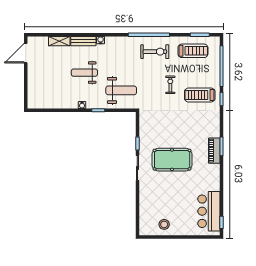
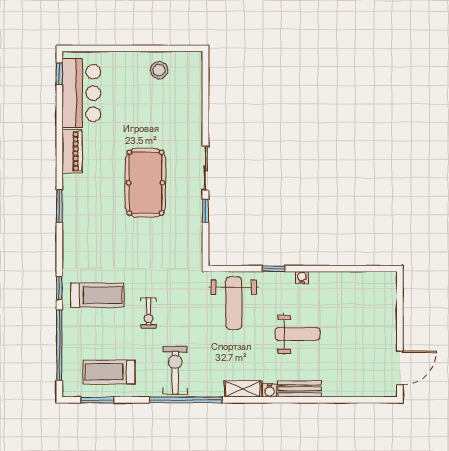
shelving: (59, 41) -> (243, 389), moved
exercise bike: (155, 52) -> (175, 370), turned 90
weight bench: (121, 90) -> (234, 303), turned -90
piano: (214, 151) -> (72, 151), moved
pool table: (172, 160) -> (145, 183), turned 90

